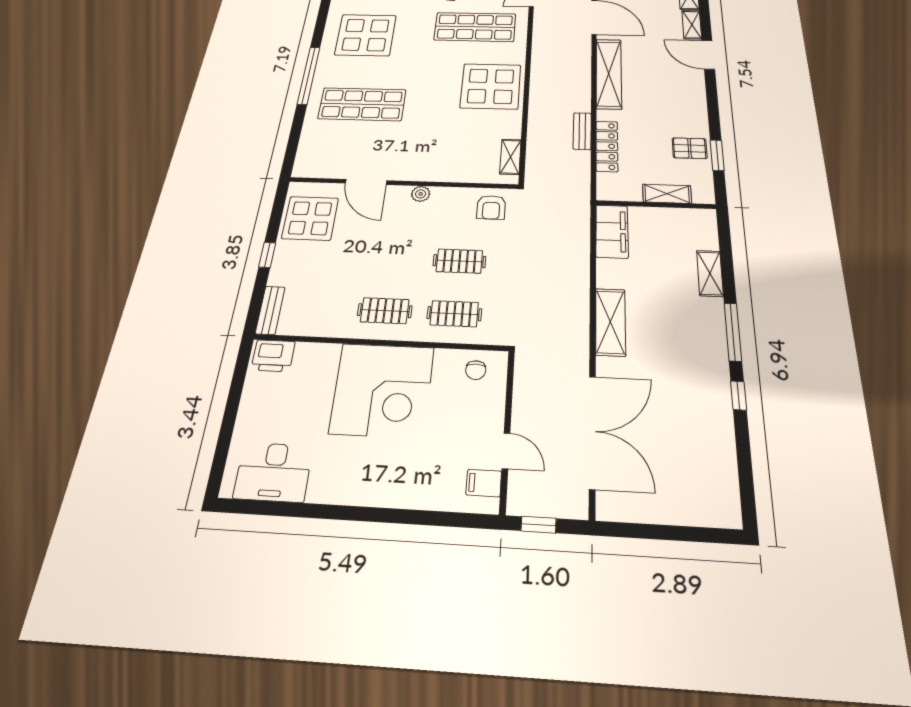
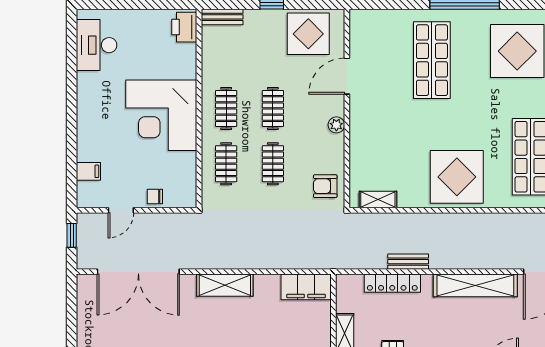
clothes rail: (392, 258) -> (273, 108), added
chair: (476, 370) -> (155, 196), moved
filing cabinet: (484, 483) -> (88, 171), moved, turned 90

